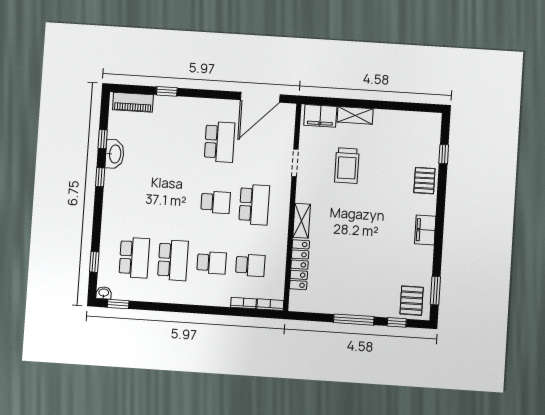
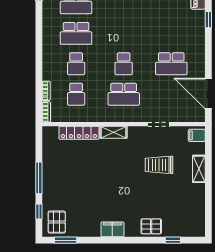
filing cabinet: (320, 116) -> (197, 135), width x0.50
pallet: (412, 301) -> (57, 222), turned 90

